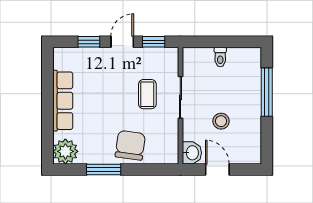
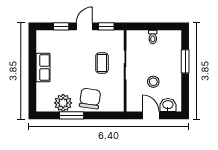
window: (267, 92) -> (185, 61), width x0.69
row of seats: (63, 101) -> (43, 67), width x0.68
plant: (65, 151) -> (63, 103), moved
washbasin: (192, 153) -> (168, 105), moved, turned -90

